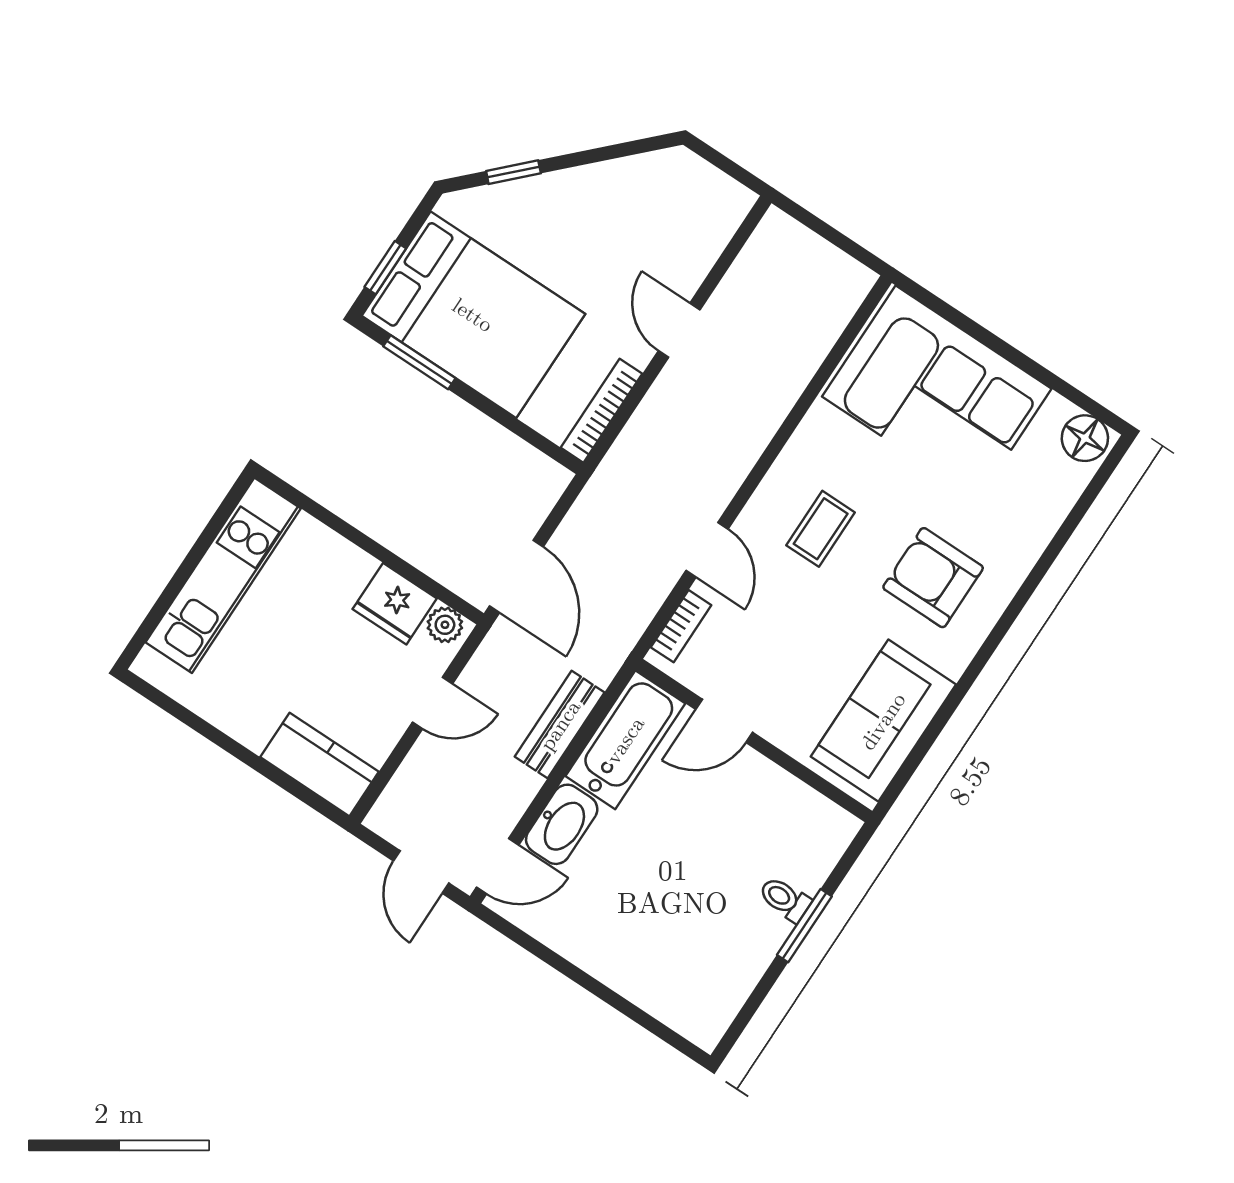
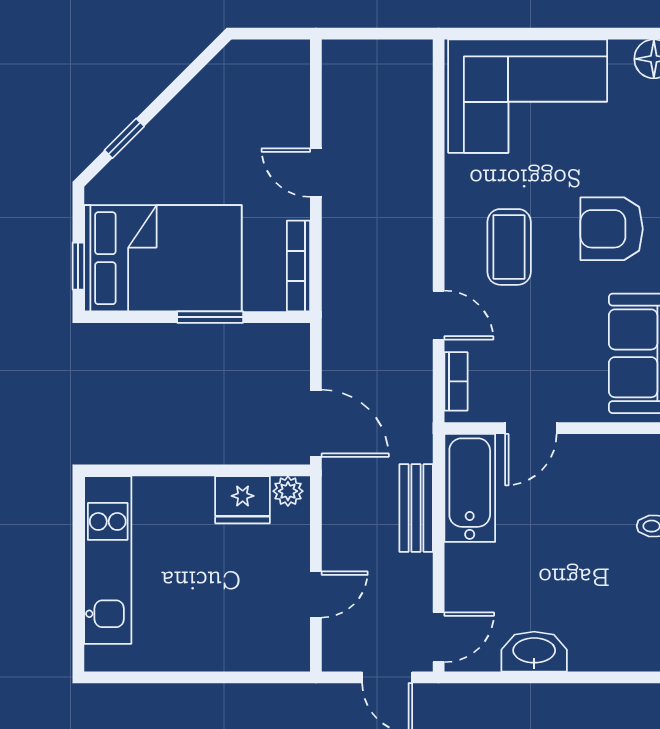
window: (419, 362) -> (210, 317), moved
coffee table: (821, 529) -> (509, 247), width x1.36, depth x1.30
door: (433, 703) -> (316, 594), moved
kitchen counter: (320, 764) -> (265, 649), removed
washbasin: (562, 824) -> (534, 652), moved, turned -90

